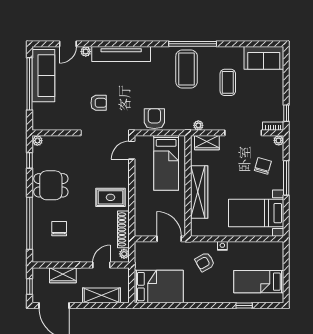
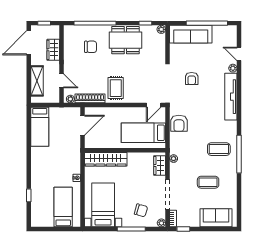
sofa: (264, 58) -> (216, 218), moved, turned 90
coffee table: (187, 69) -> (219, 149), width x0.73, depth x0.76
sofa: (43, 76) -> (191, 34), moved
armchair: (154, 119) -> (179, 123), turned 90
door: (132, 150) -> (154, 105), swing flipped
dining table: (51, 185) -> (125, 40), width x1.38
wardrobe: (199, 192) -> (106, 159), moved
door: (169, 239) -> (82, 125), moved
armchair: (205, 262) -> (64, 164), removed
bed: (259, 282) -> (63, 207), moved
bed: (159, 287) -> (40, 127), width x0.67

